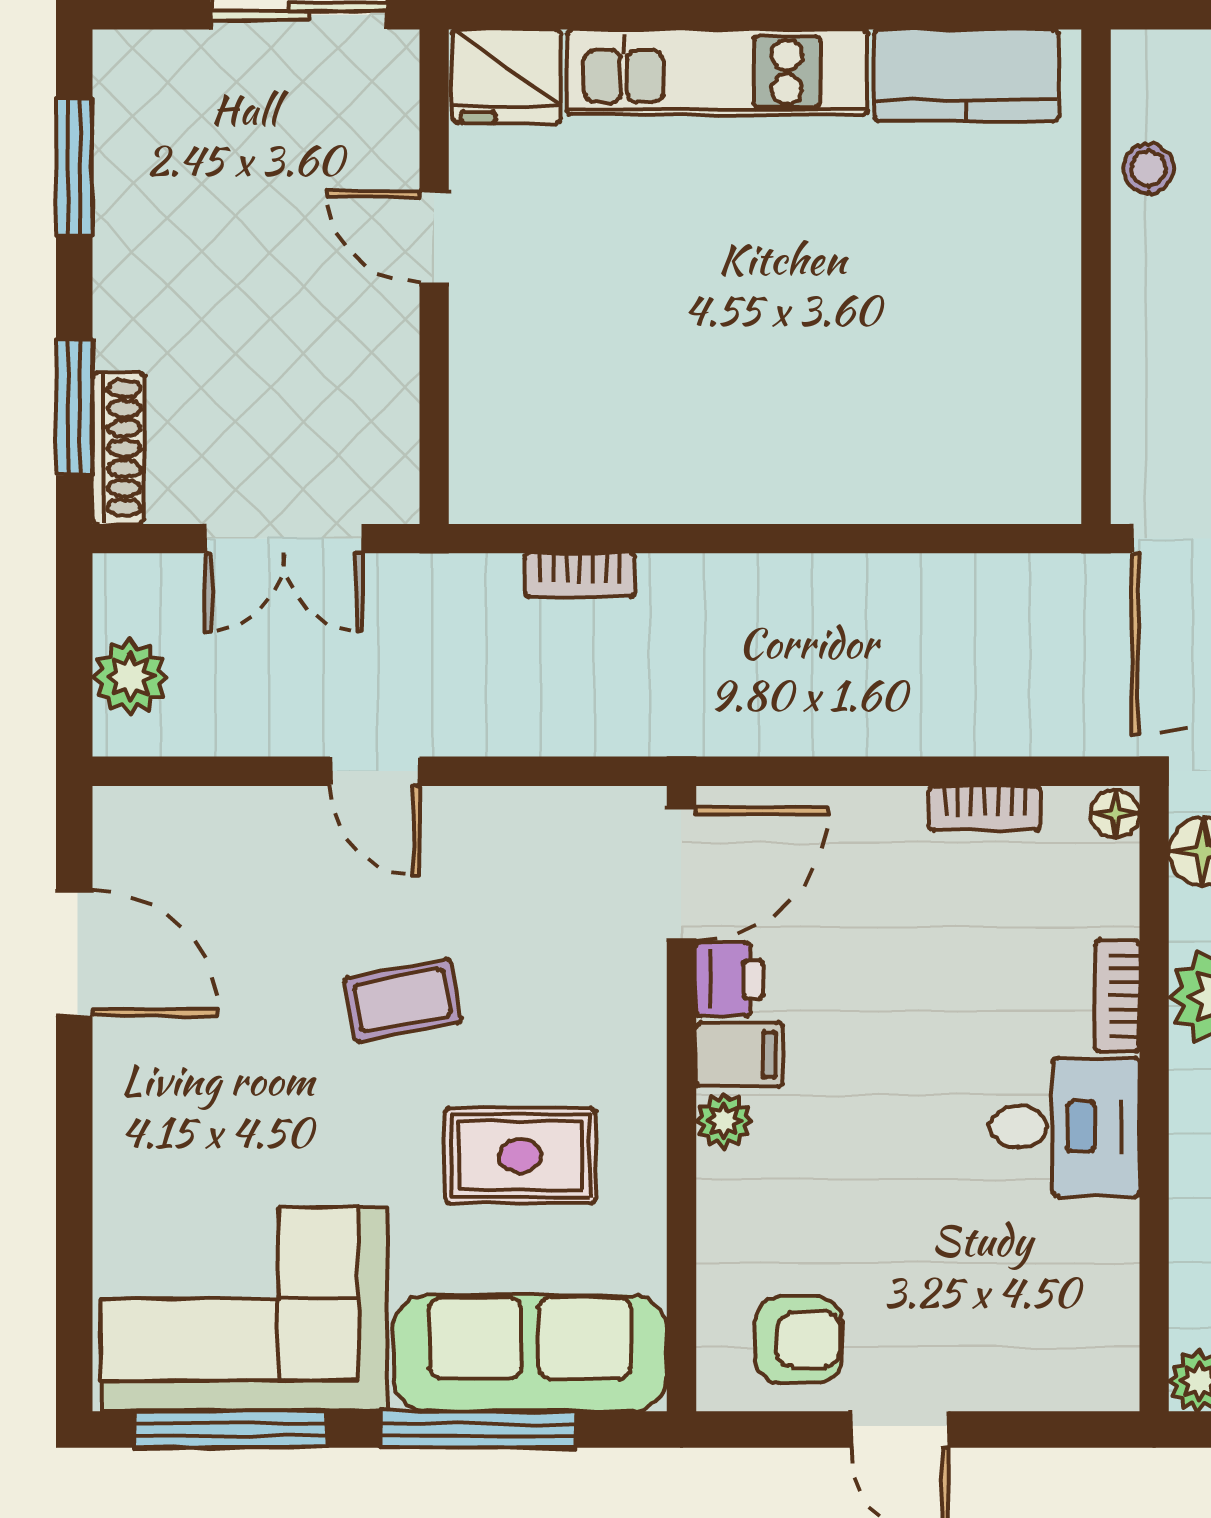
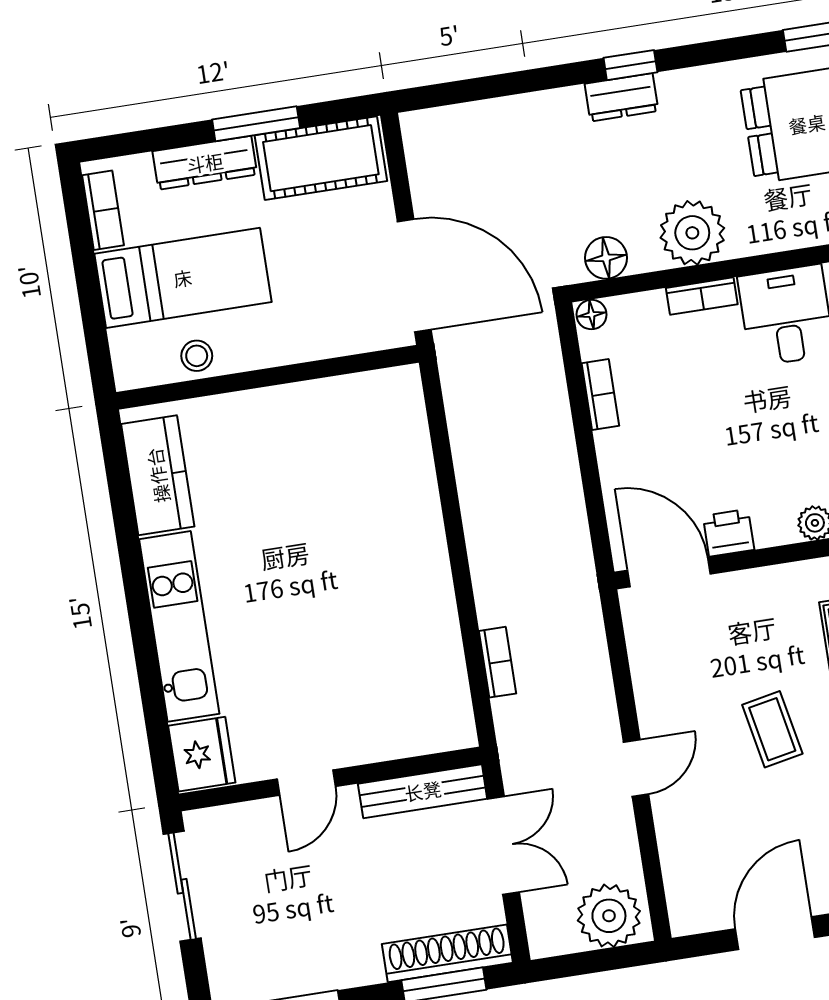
bench: (391, 422) -> (423, 791), added
shoe rack: (118, 448) -> (447, 953), width x1.36, depth x1.24
plant: (130, 677) -> (609, 916), width x1.36, depth x1.36
filing cabinet: (739, 1055) -> (773, 520), removed

